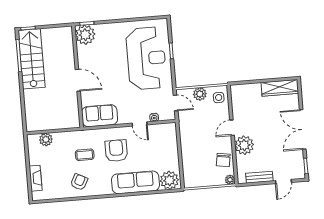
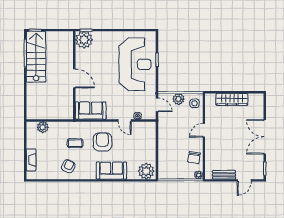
wardrobe: (280, 88) -> (232, 99), moved
plant: (244, 145) -> (213, 146), removed
sofa: (135, 182) -> (111, 171), width x0.73

